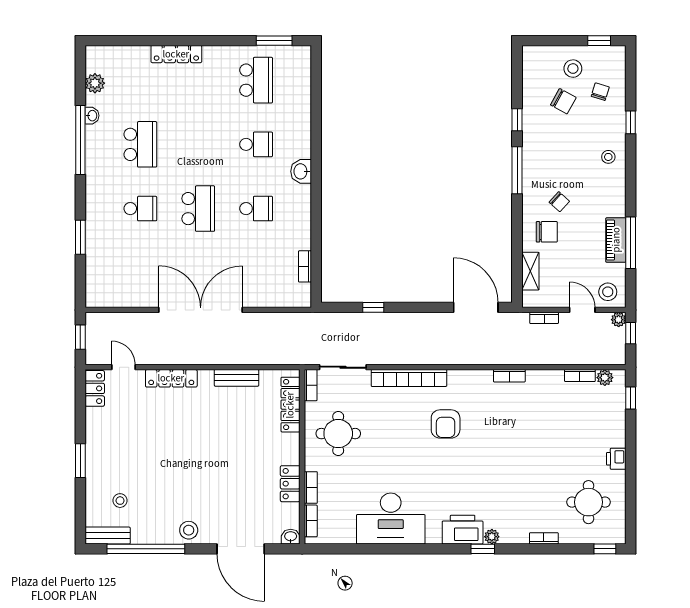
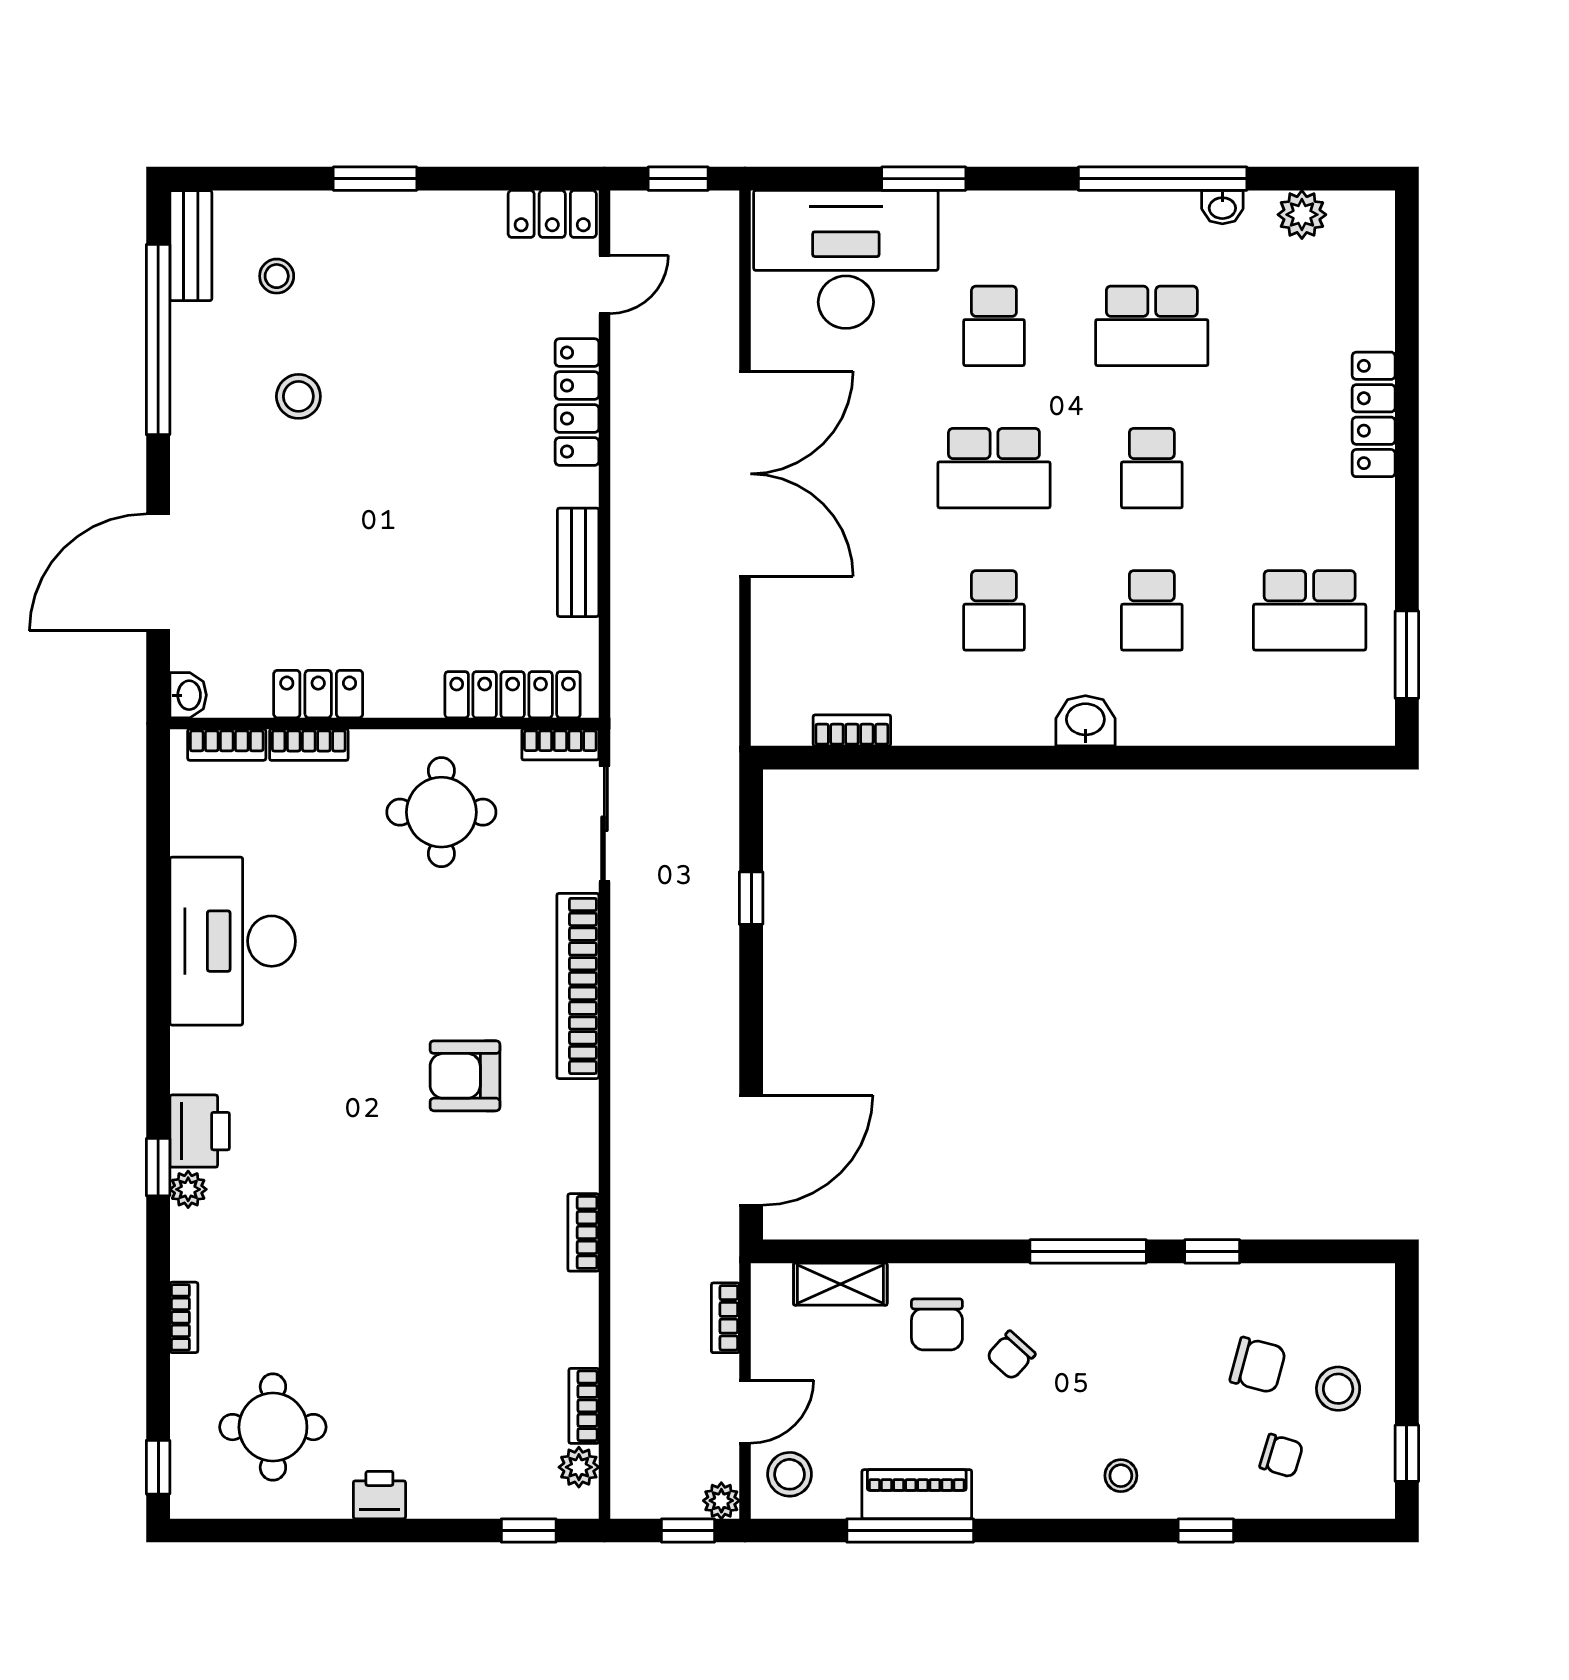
chair: (563, 101) -> (1258, 1365), turned -104
school desk: (198, 144) -> (1152, 468), added
desk: (113, 269) -> (846, 259), added
stool: (189, 530) -> (298, 396), moved
printer: (463, 530) -> (200, 1131), width x0.73, depth x0.84

